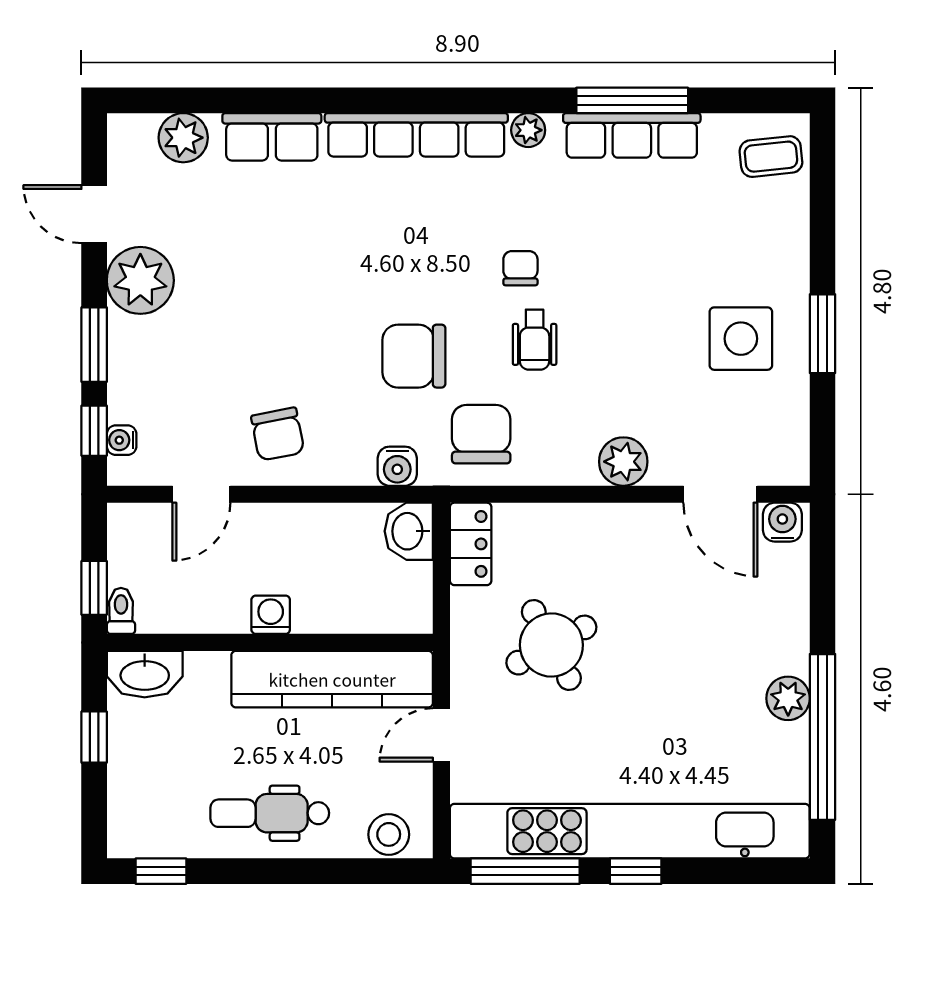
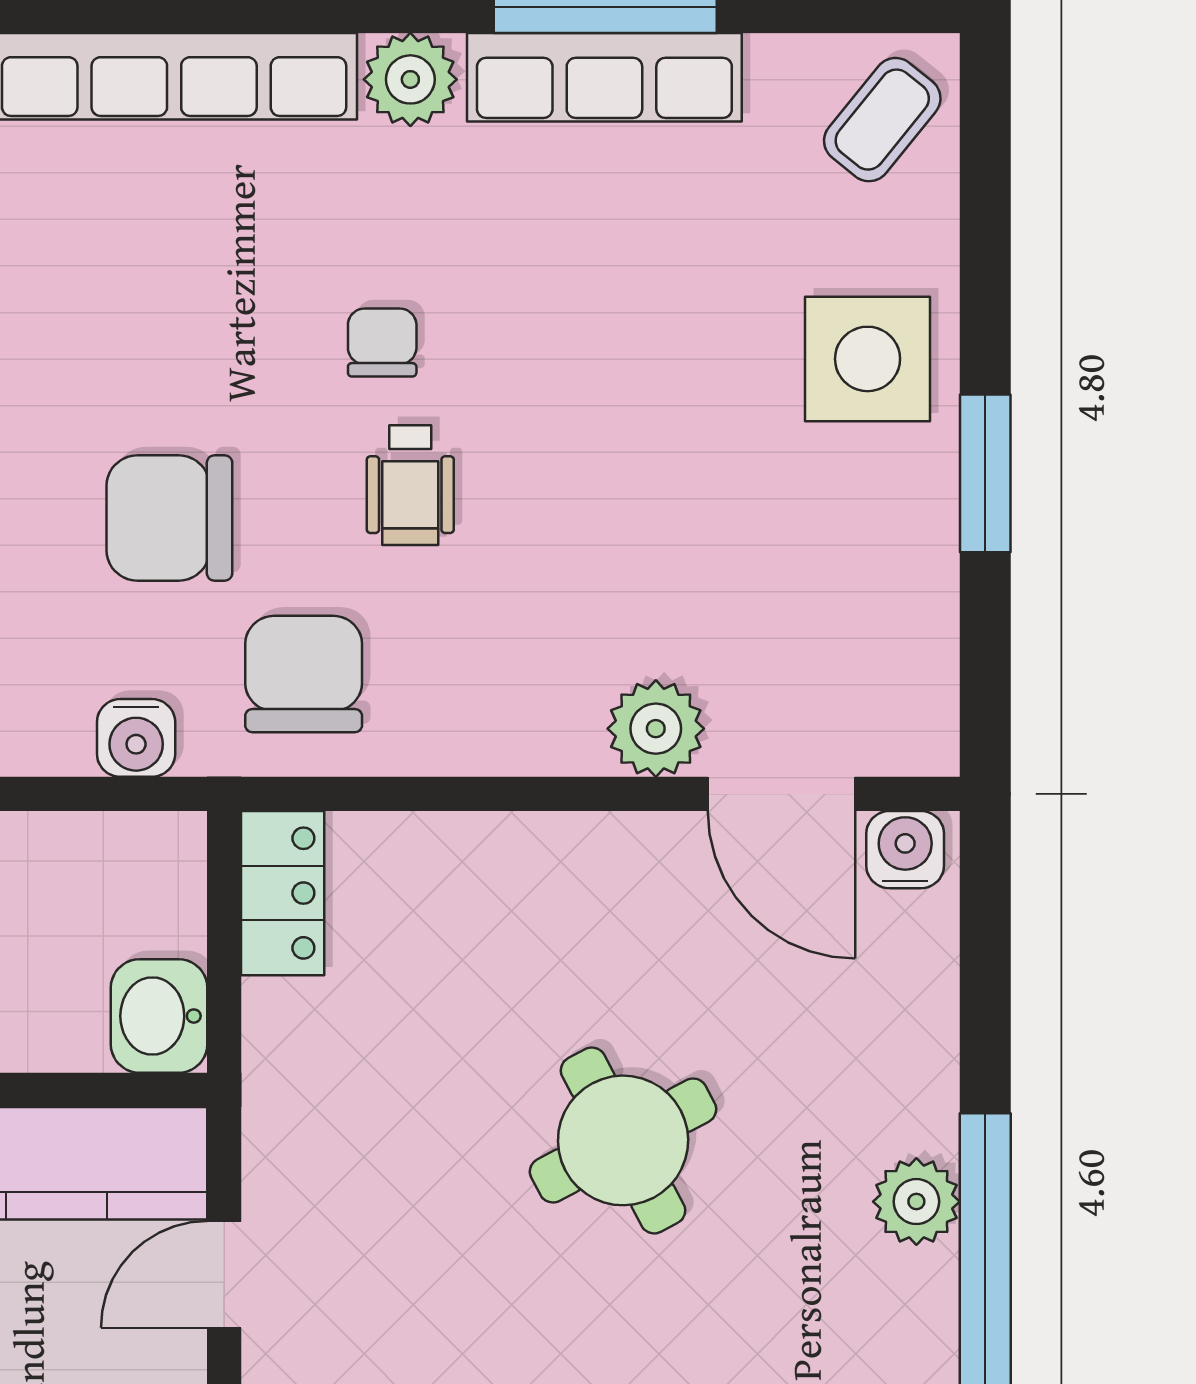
plant: (528, 130) -> (410, 79), width x1.38, depth x1.38
coffee table: (771, 157) -> (882, 120), turned -45
side table: (741, 339) -> (868, 359), moved
plant: (623, 462) -> (656, 729), moved
washbasin: (409, 531) -> (159, 1016), moved
round table: (551, 645) -> (623, 1140), moved

